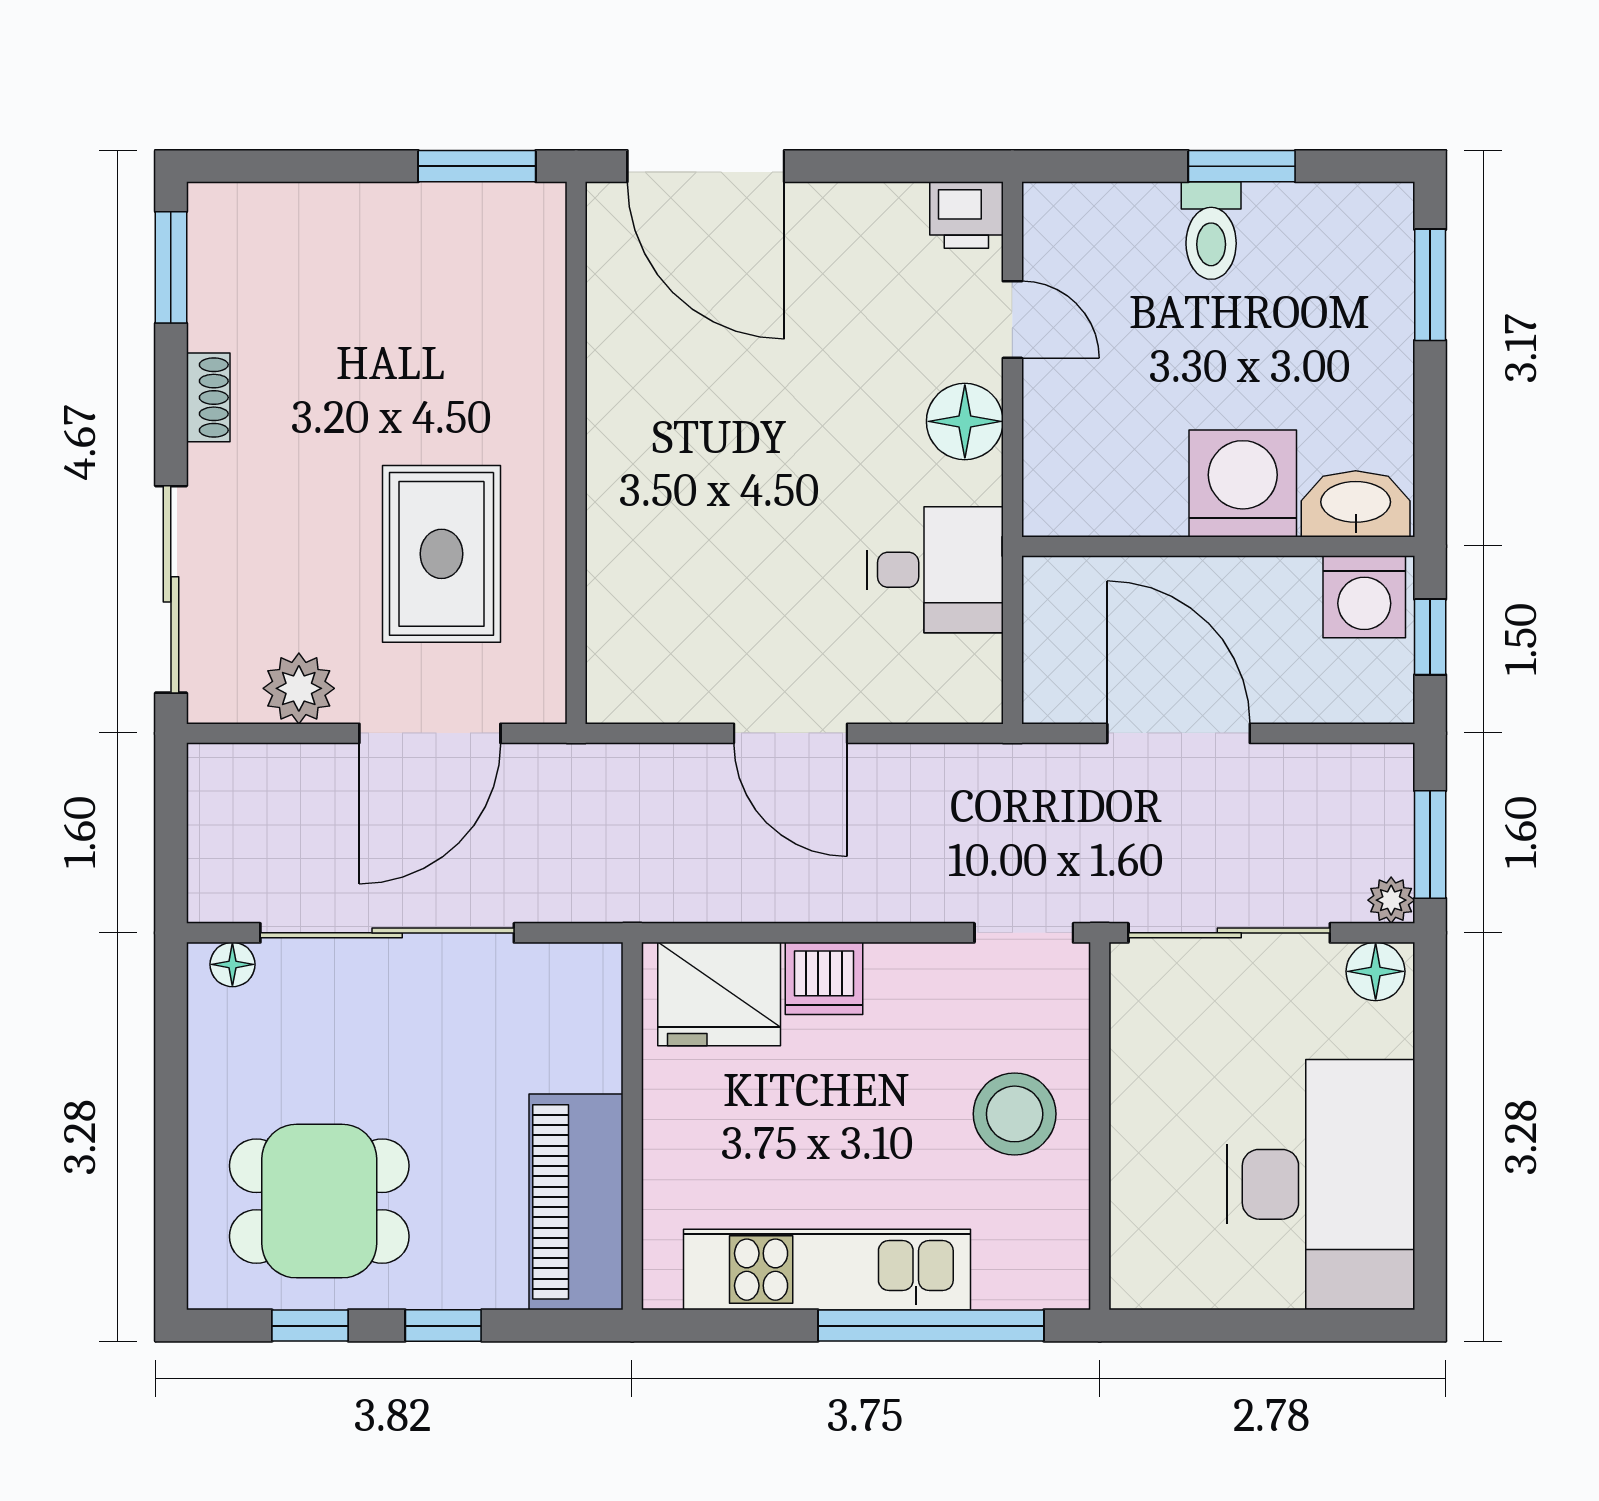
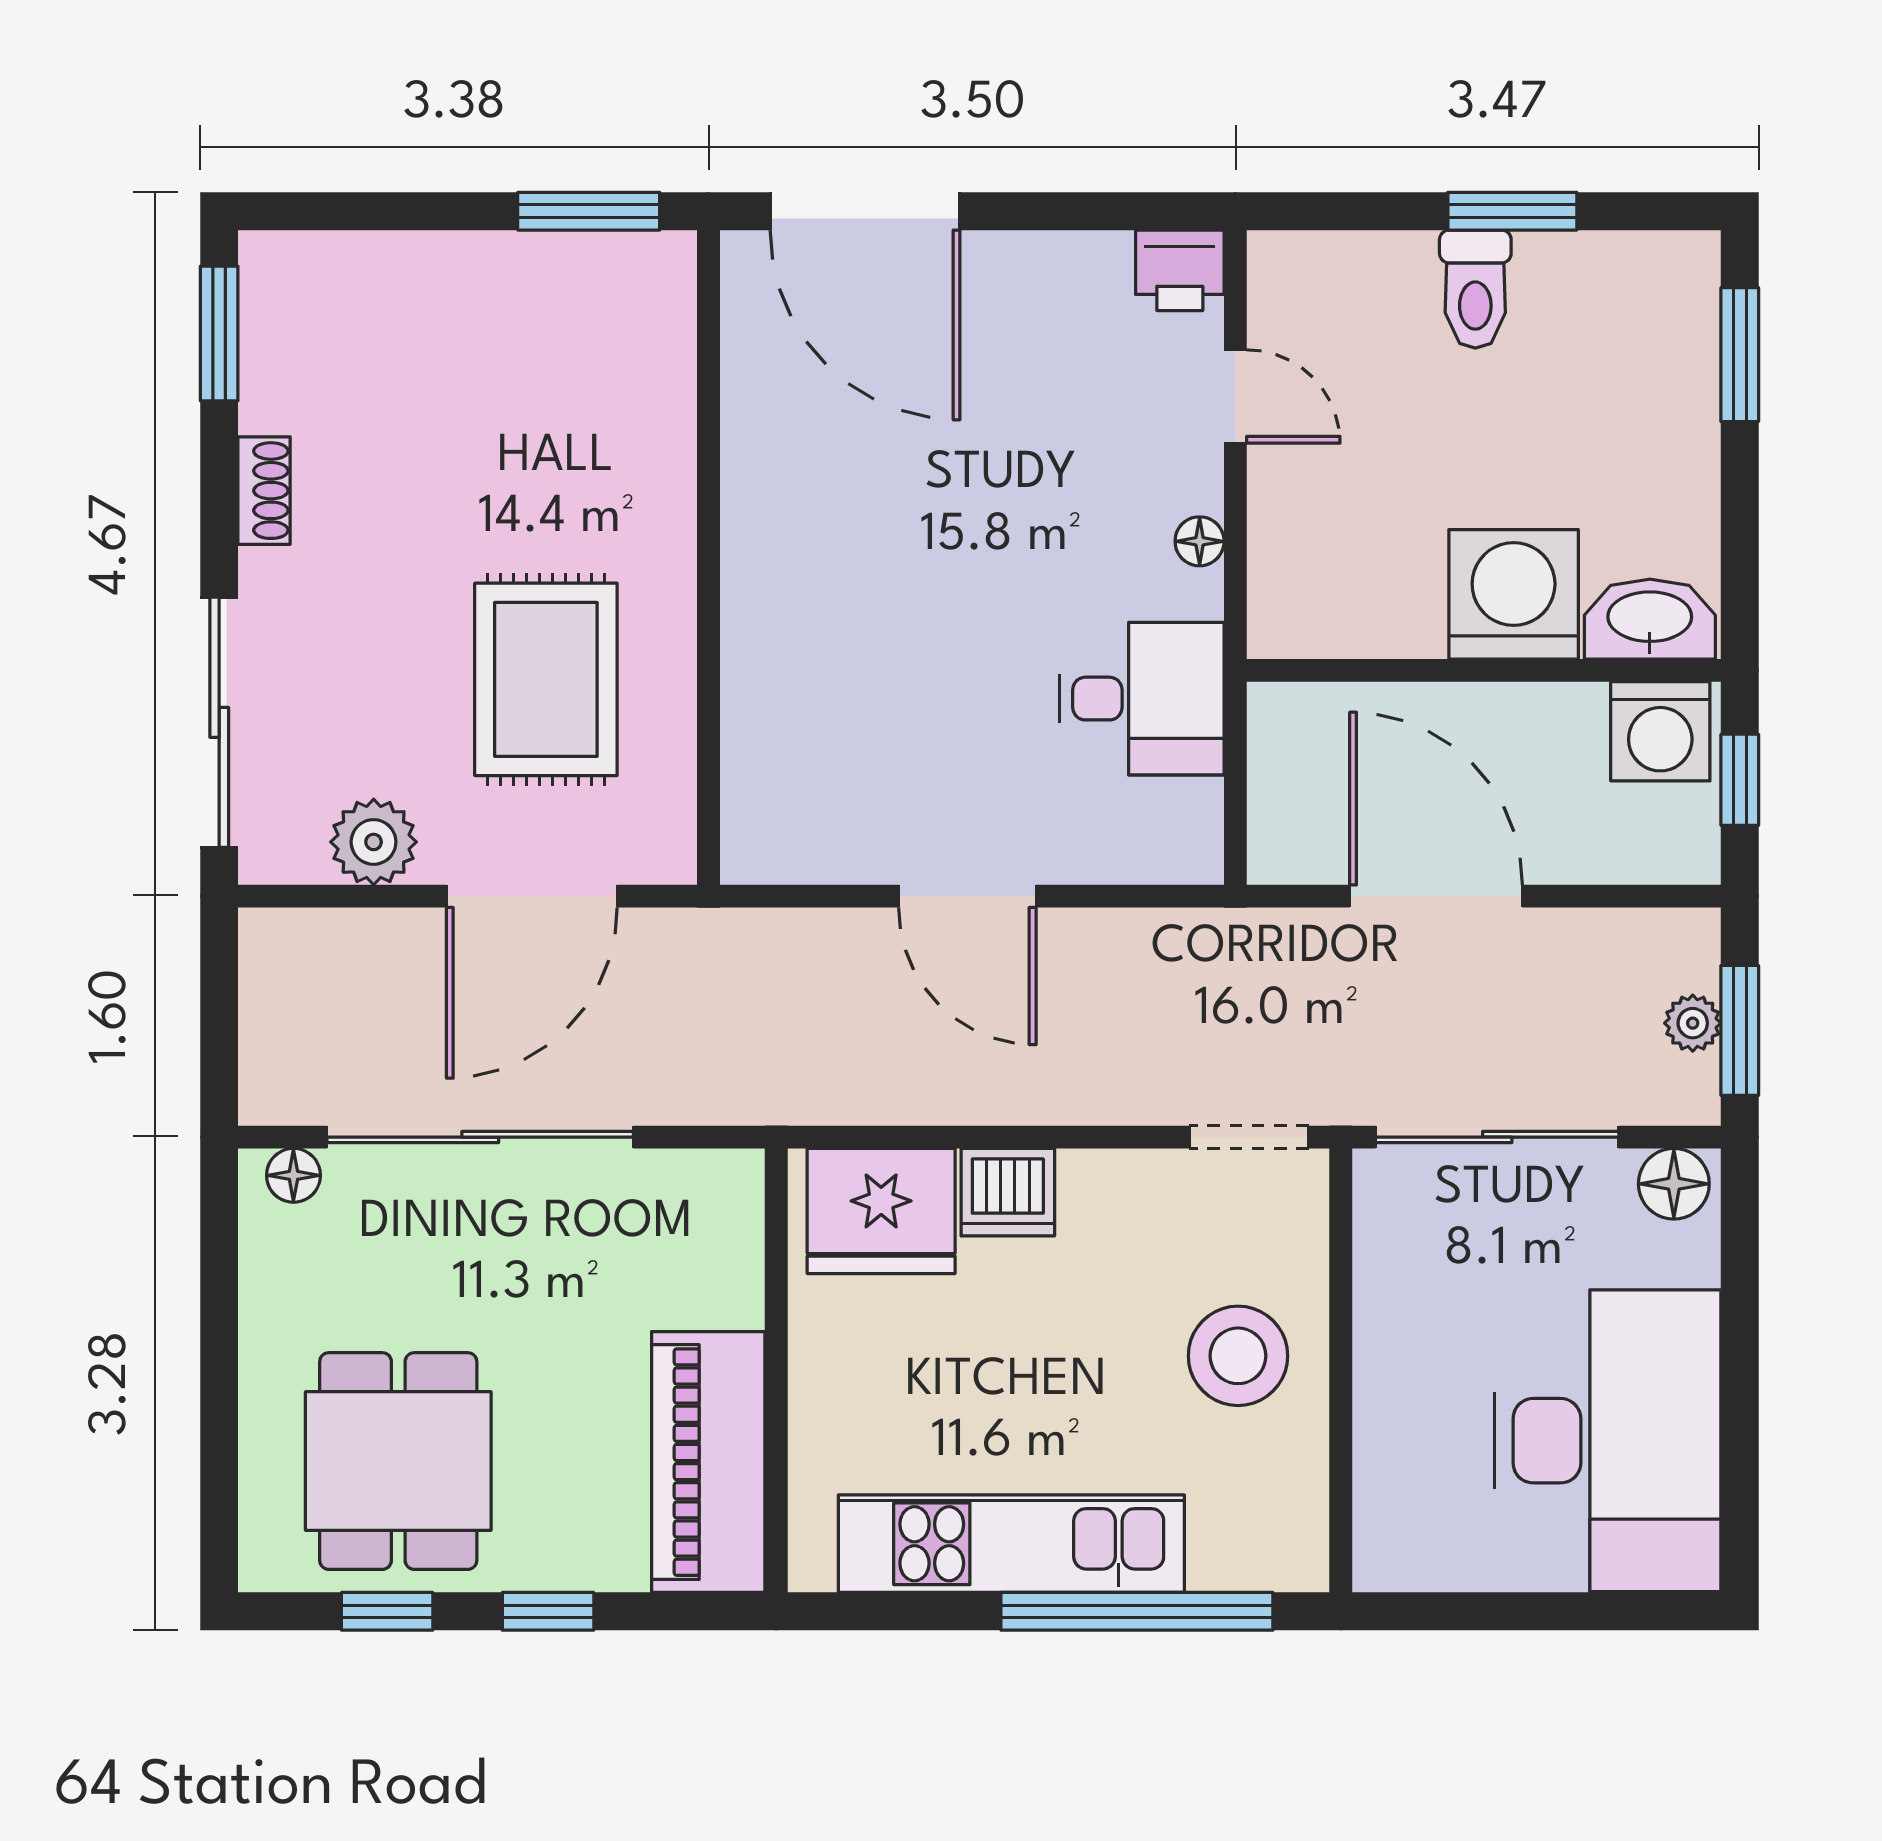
floor lamp: (965, 421) -> (1200, 541), width x0.53, depth x0.53
plant: (1391, 900) -> (1693, 1023), moved
dining table: (319, 1201) -> (398, 1461), turned 90

